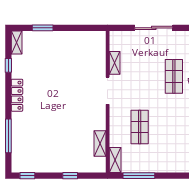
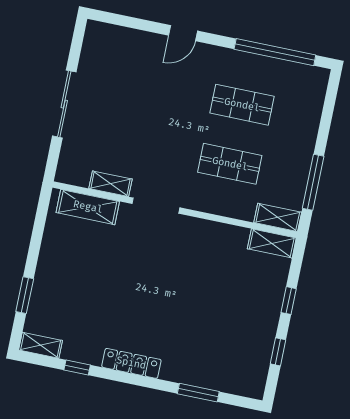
shelving: (99, 53) -> (88, 207), added
shop shelf: (174, 76) -> (242, 105), moved
window: (8, 136) -> (198, 393), width x0.69
shelving: (100, 143) -> (272, 243), moved
window: (27, 176) -> (278, 352), moved

